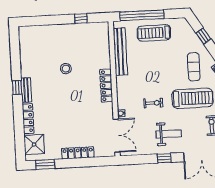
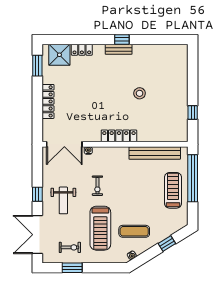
locker: (28, 119) -> (82, 50), width x0.66

